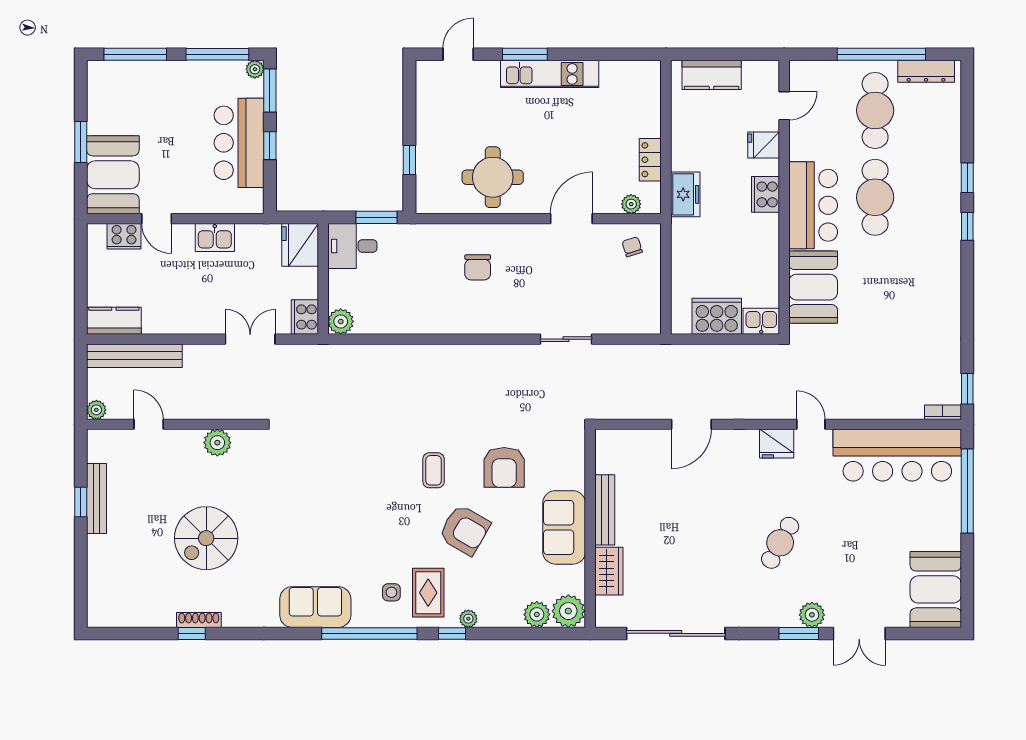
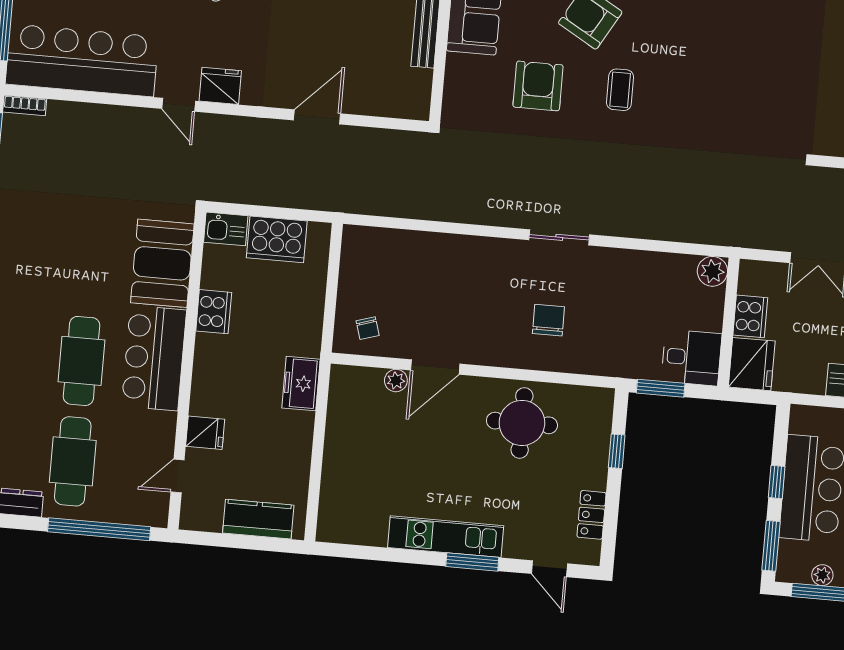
door: (458, 54) -> (549, 569), hinge flipped
window: (881, 54) -> (99, 529), moved
plant: (255, 69) -> (822, 575), moved
locker: (650, 160) -> (592, 515), moved, turned 180
cooker: (765, 194) -> (214, 312), moved
plant: (631, 204) -> (396, 381), moved
cooker: (305, 317) -> (750, 316), moved
sliding door: (566, 339) -> (559, 237), moved

